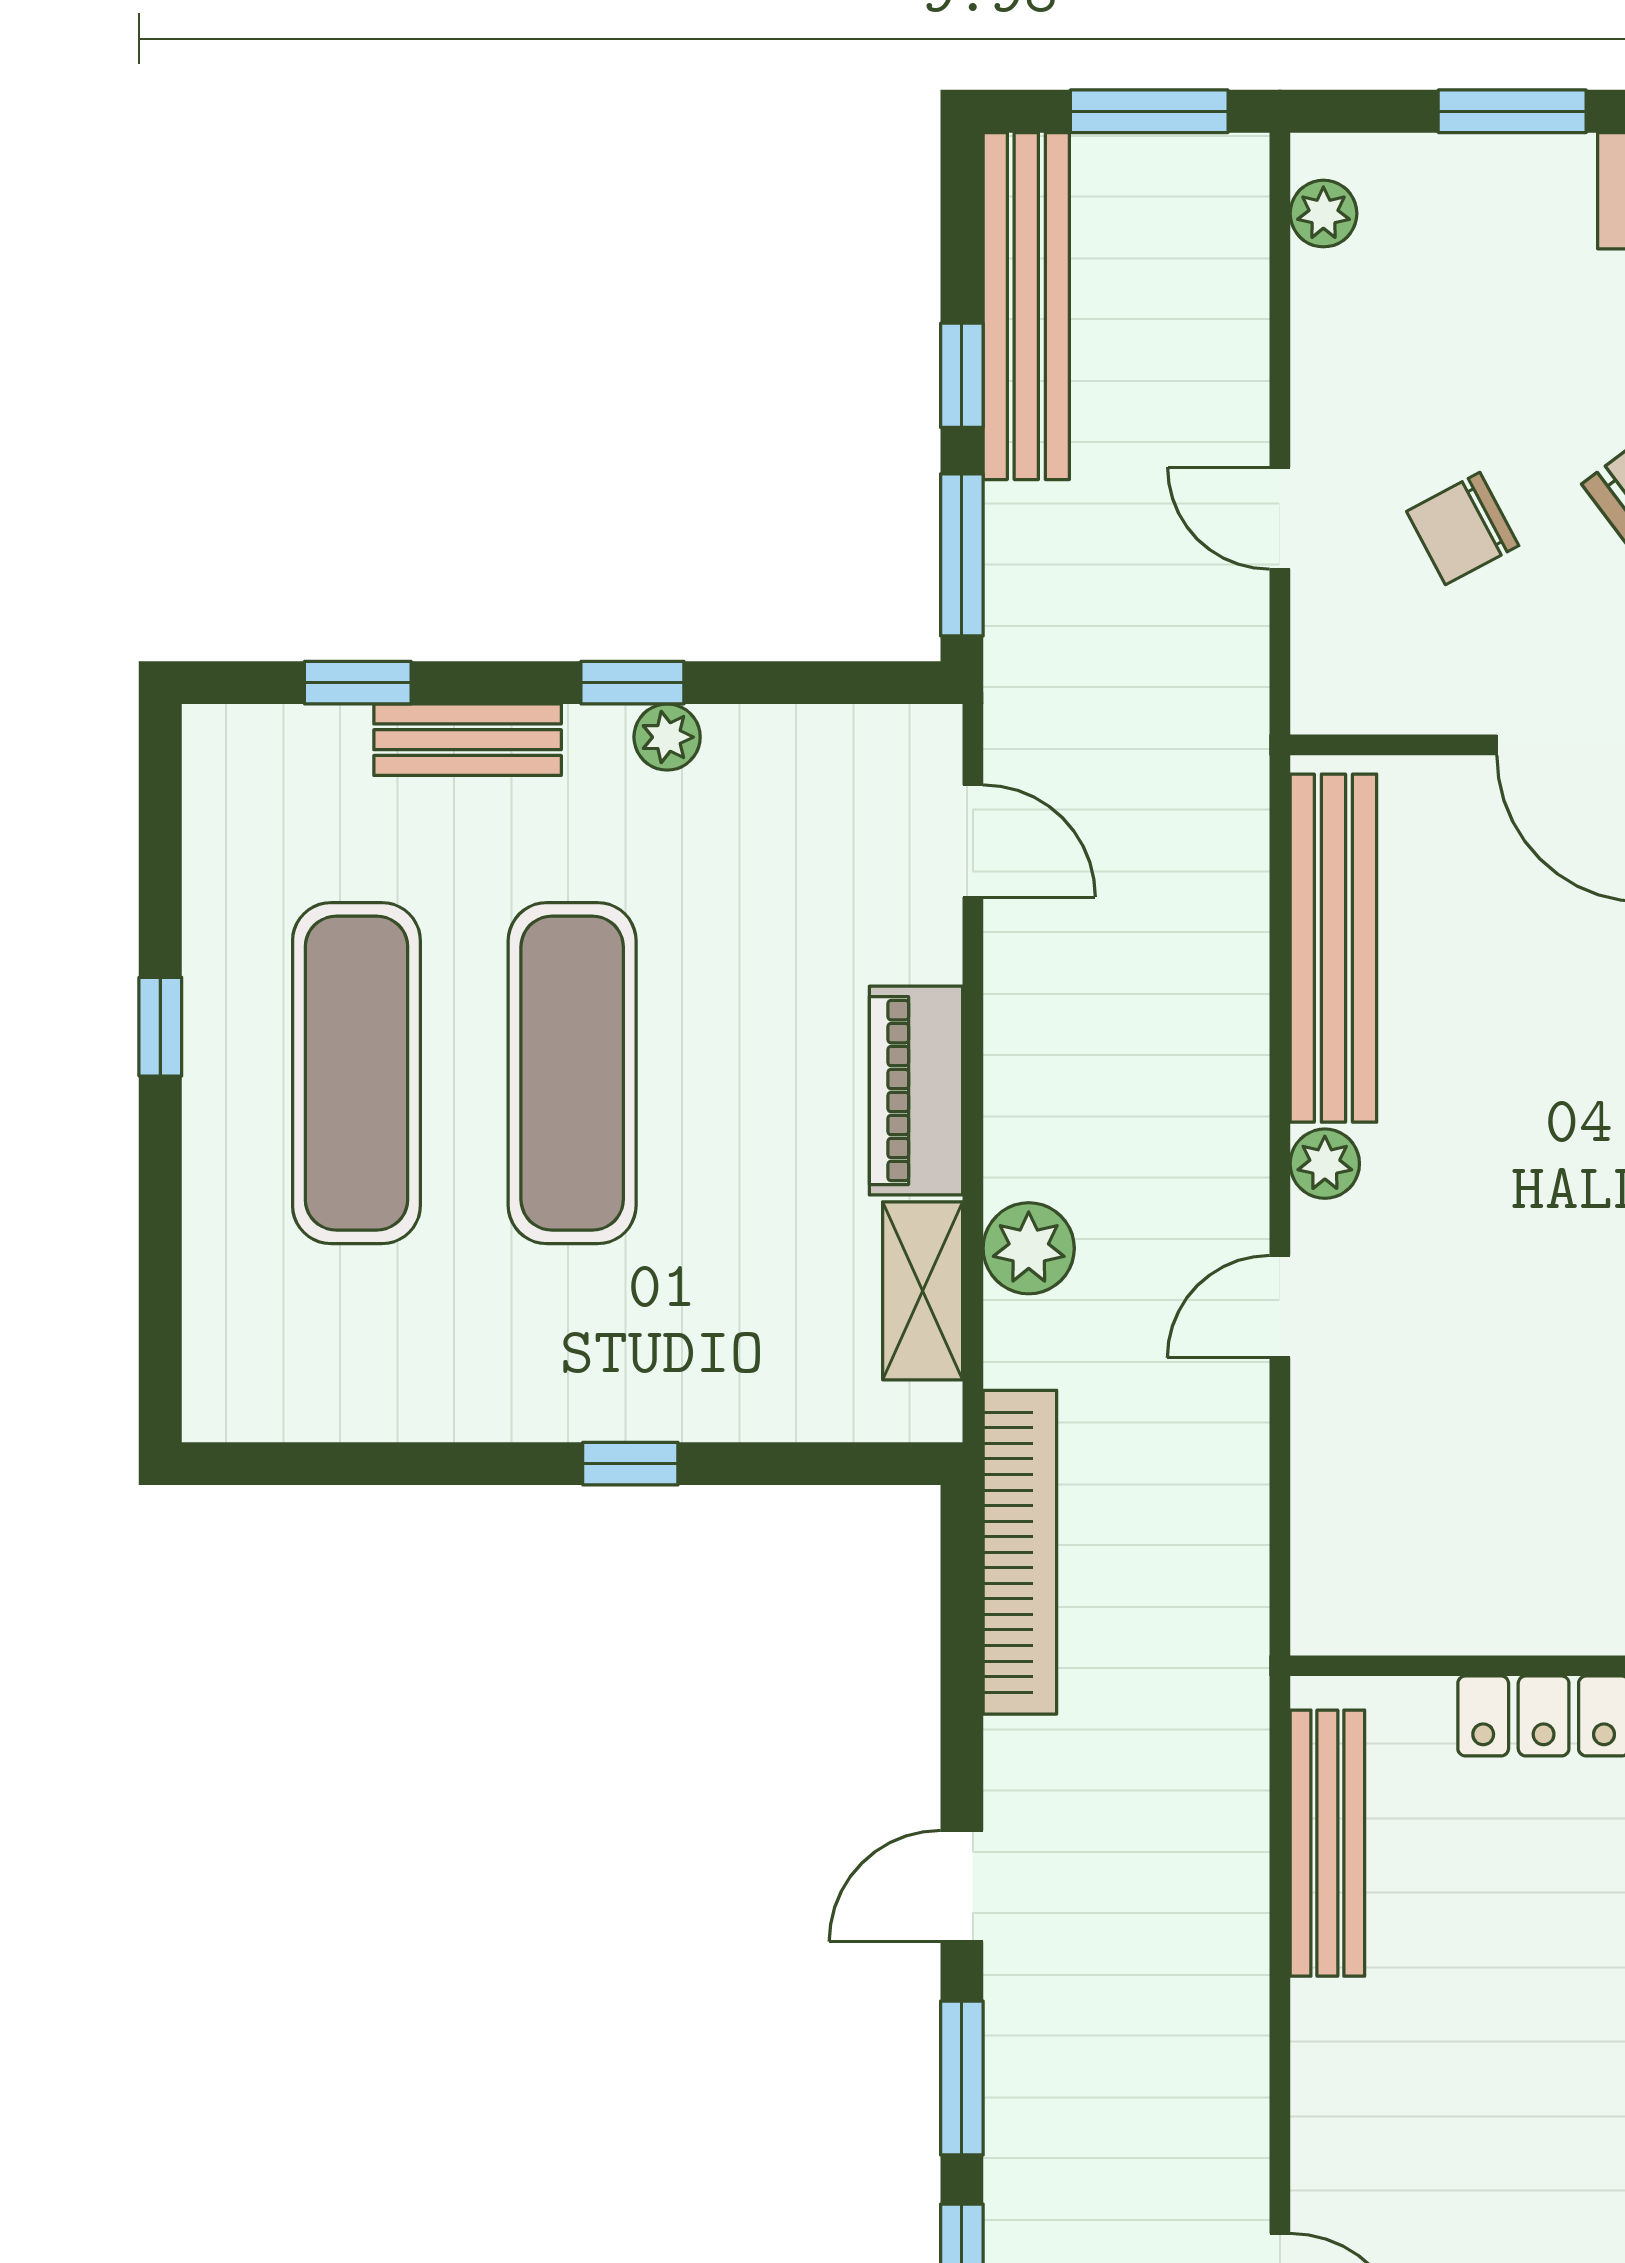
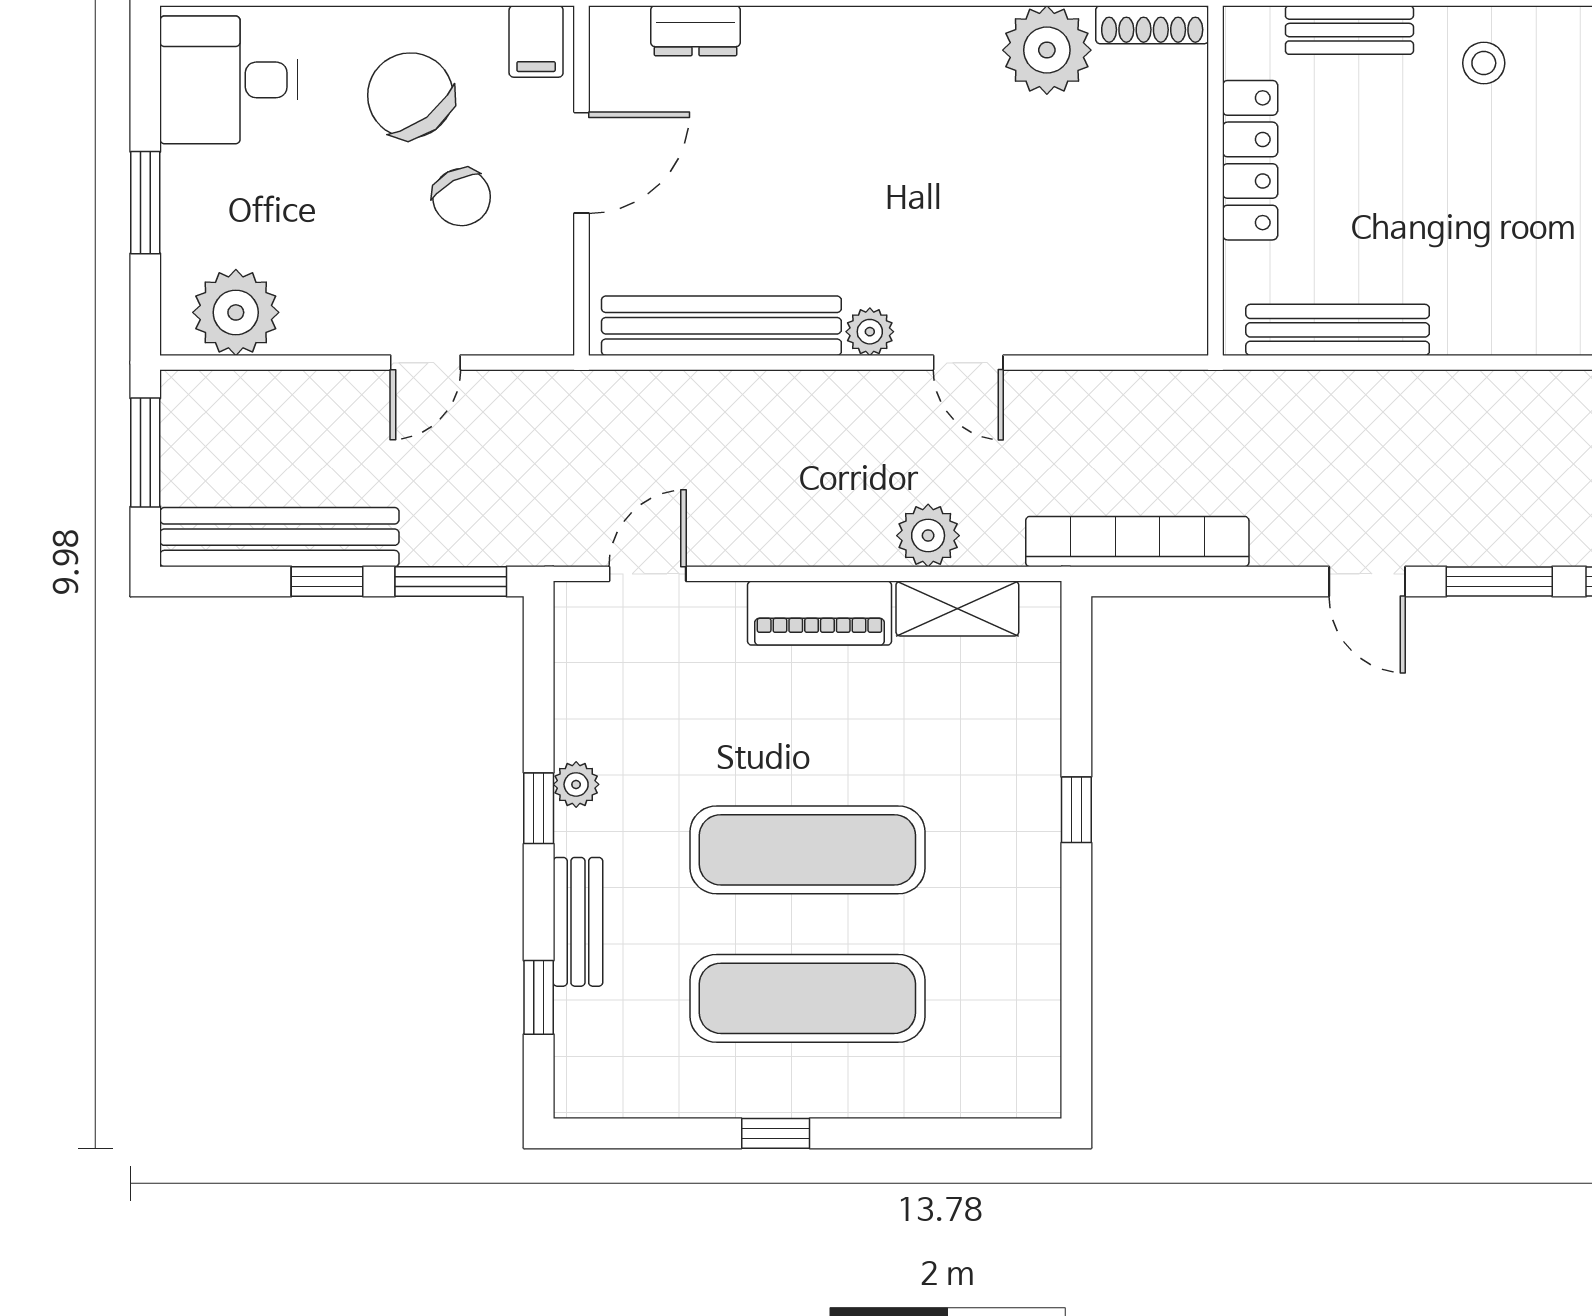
plant: (1323, 214) -> (236, 312), width x1.87, depth x1.87
chair: (1463, 528) -> (462, 197), moved

